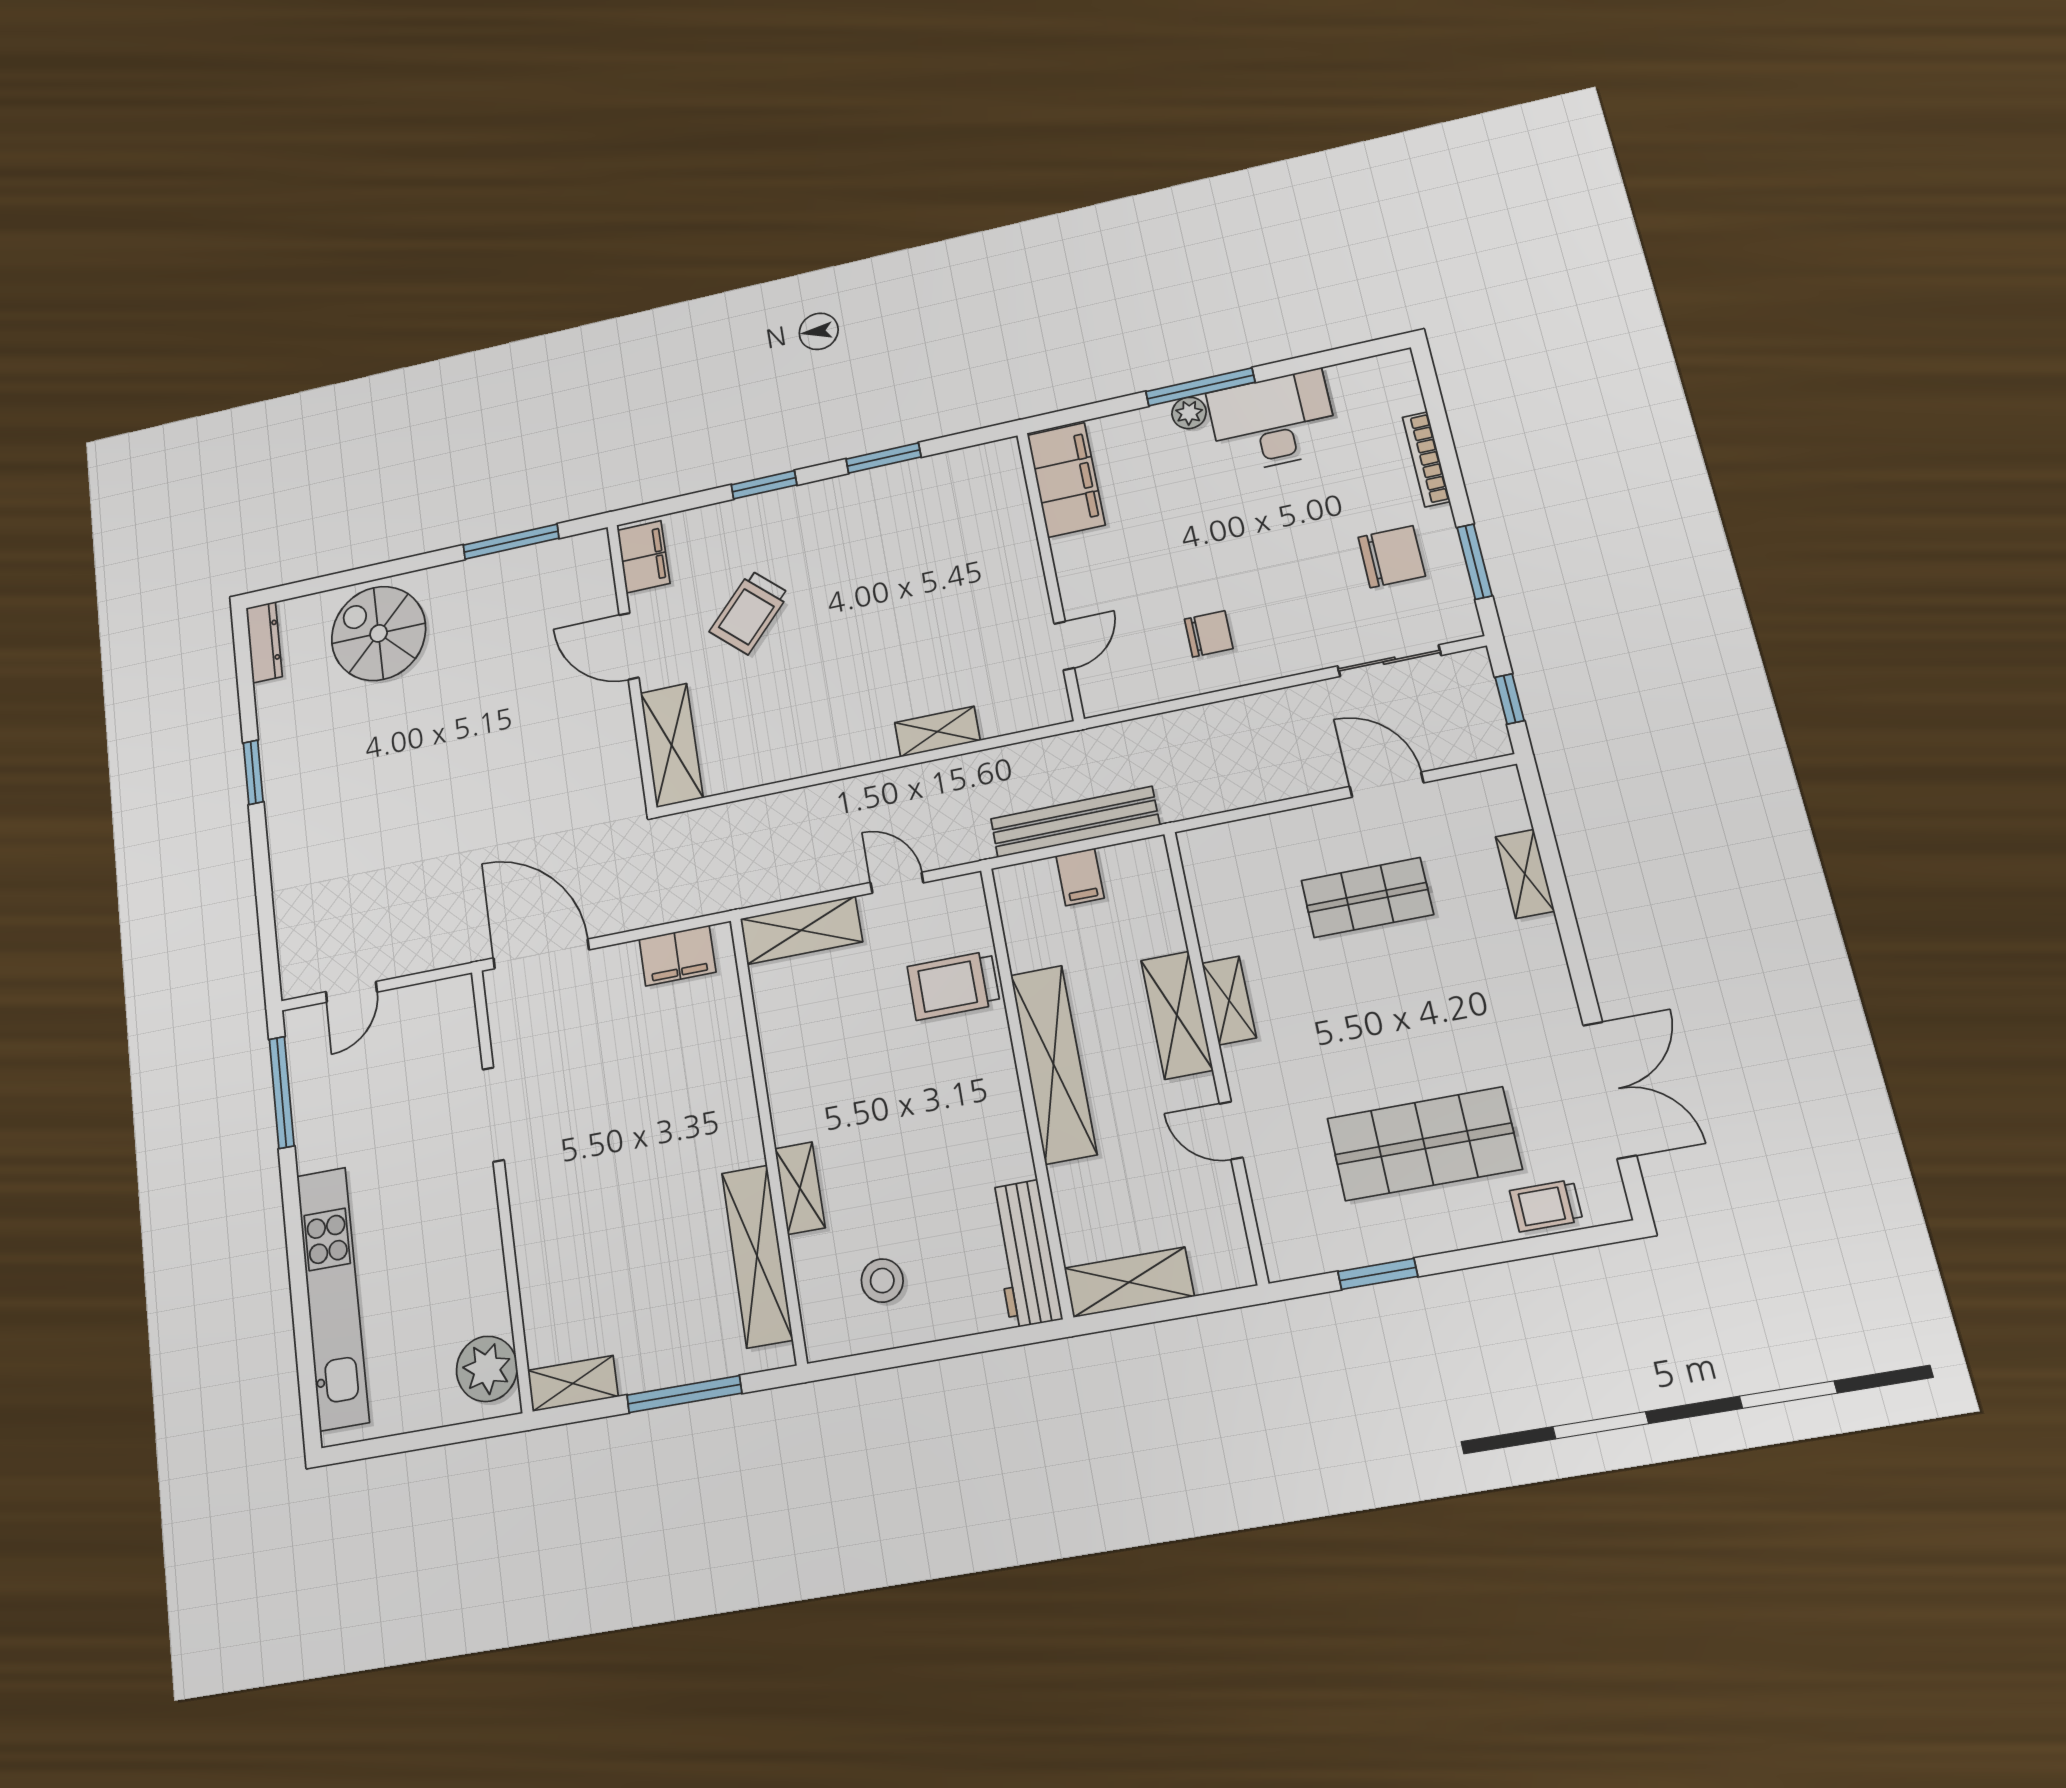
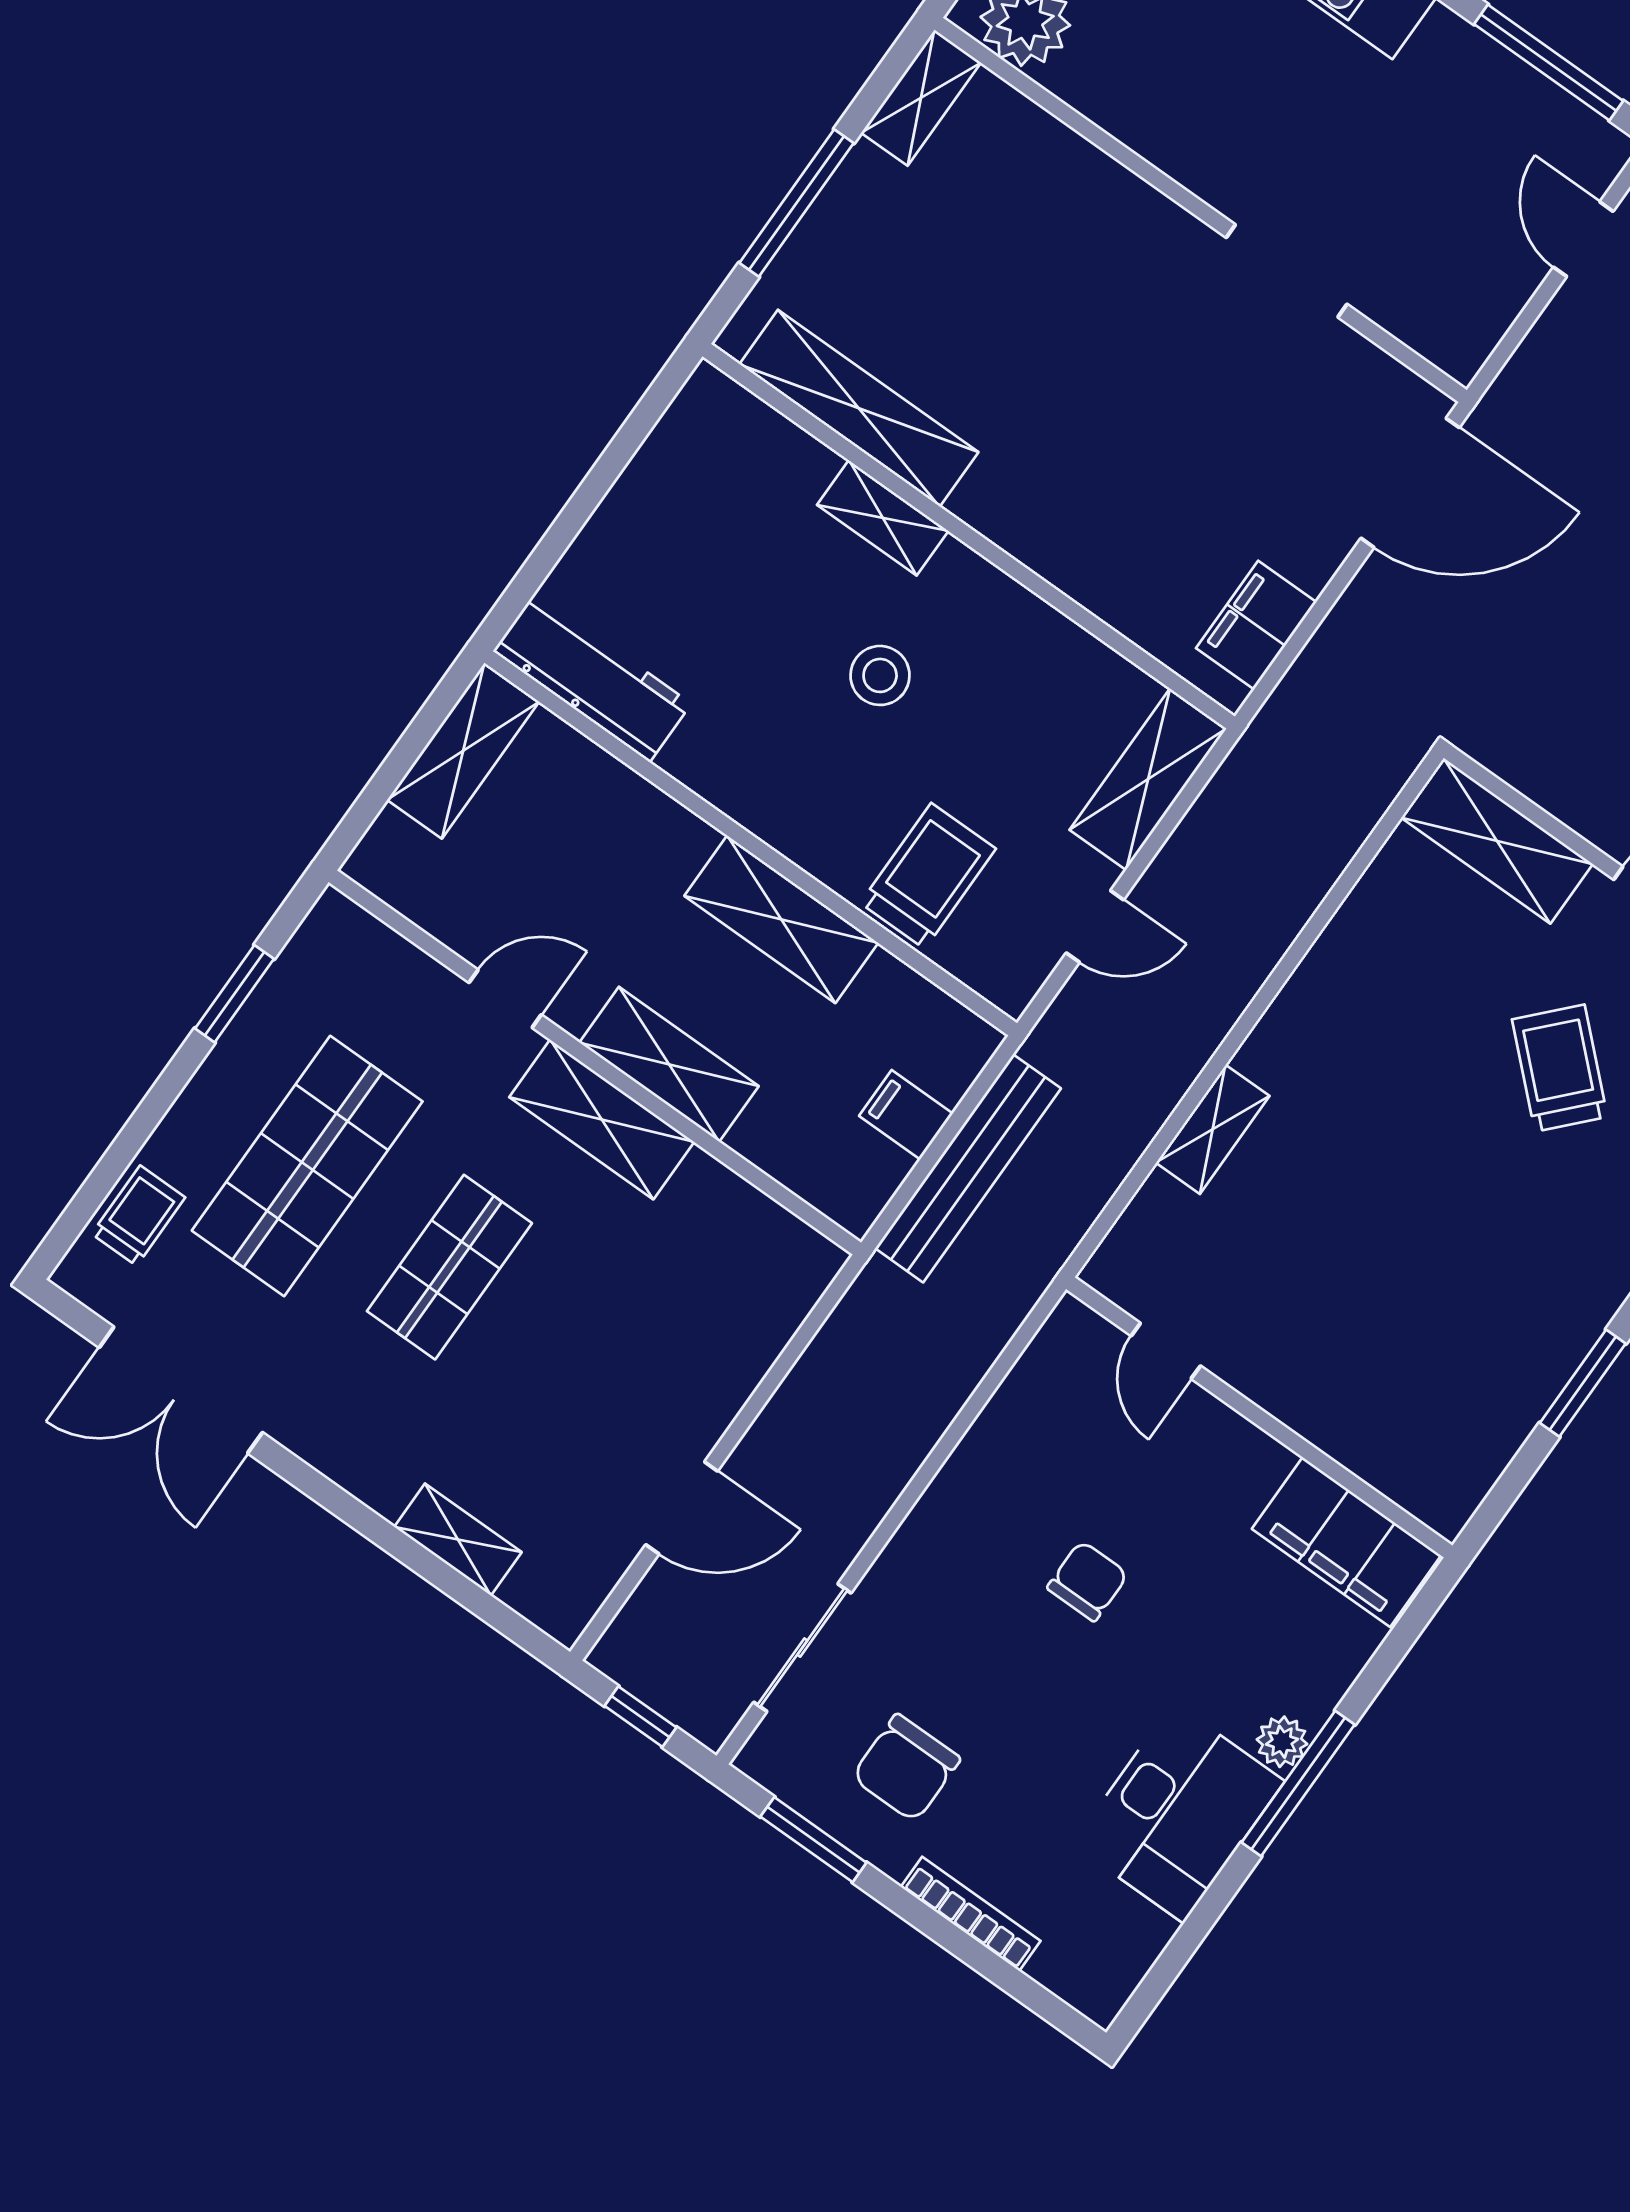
chair: (1209, 634) -> (1088, 1581), moved, turned 180
shop shelf: (1367, 897) -> (449, 1267), moved
shelving: (1229, 1000) -> (602, 1120), width x1.50, depth x1.33
shelving: (1053, 1064) -> (781, 919), width x0.68
stool: (882, 1281) -> (880, 675), moved

